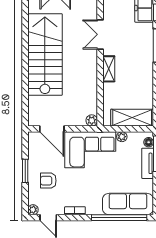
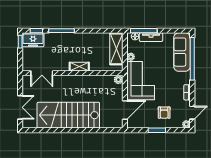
double door: (100, 34) -> (42, 73), moved

